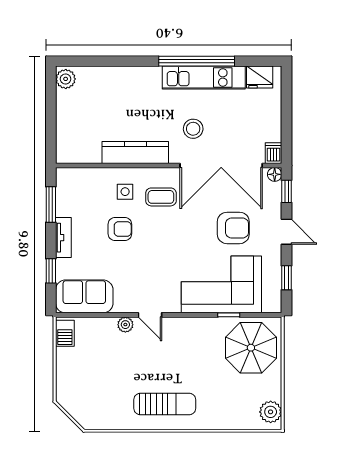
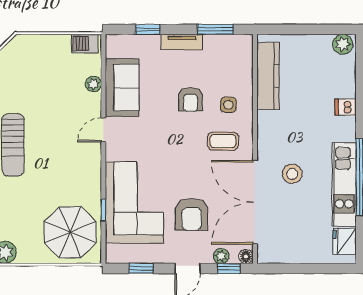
kitchen counter: (135, 152) -> (268, 76), moved
dishwasher: (274, 153) -> (345, 107), moved, turned 180
coffee table: (161, 197) -> (223, 141), turned 90
plant: (274, 199) -> (221, 256), added
sofa: (84, 296) -> (122, 88), moved
plant: (125, 325) -> (93, 84), moved

